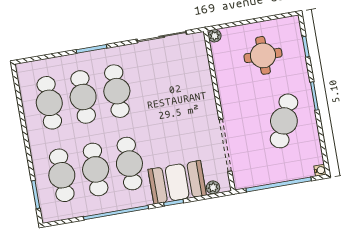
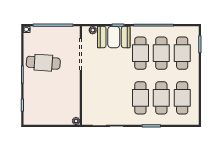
round table: (263, 55) -> (49, 104), removed
cafe table: (284, 121) -> (43, 63), turned 71

